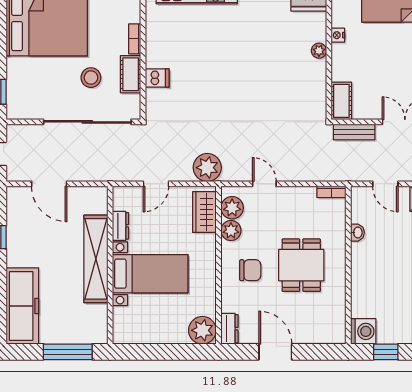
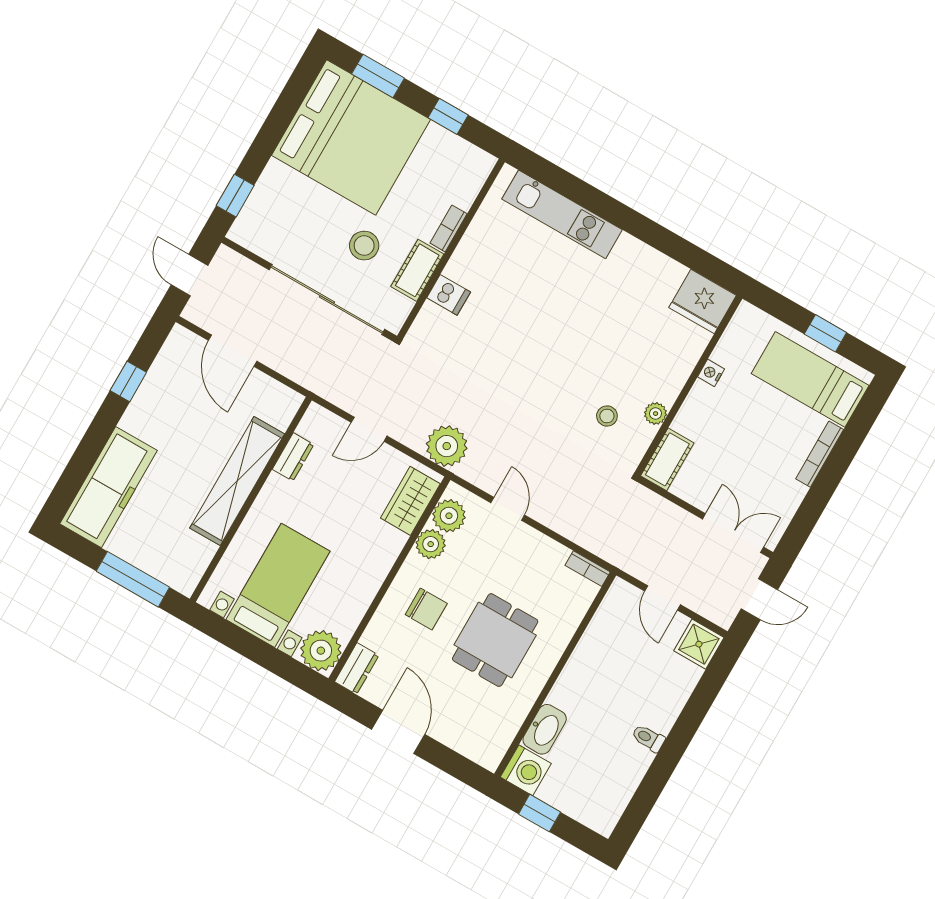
plant: (319, 51) -> (656, 414), moved
stool: (291, 96) -> (607, 416), added
bench: (354, 132) -> (661, 509), removed
washbasin: (357, 233) -> (545, 729), moved, width x1.91, depth x1.45
bed with nightstands: (150, 274) -> (278, 585), moved, turned -90

